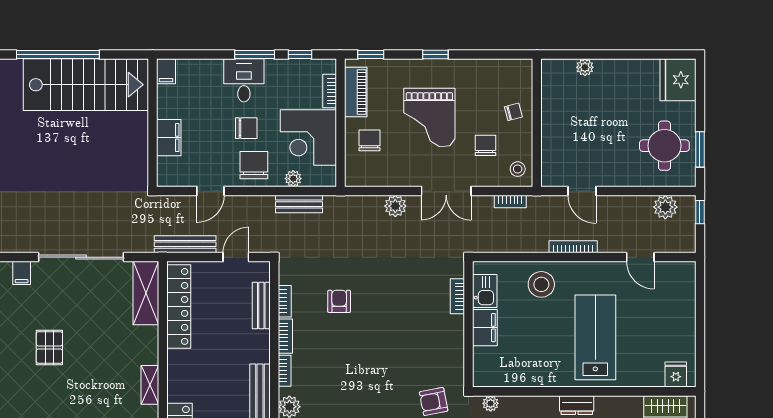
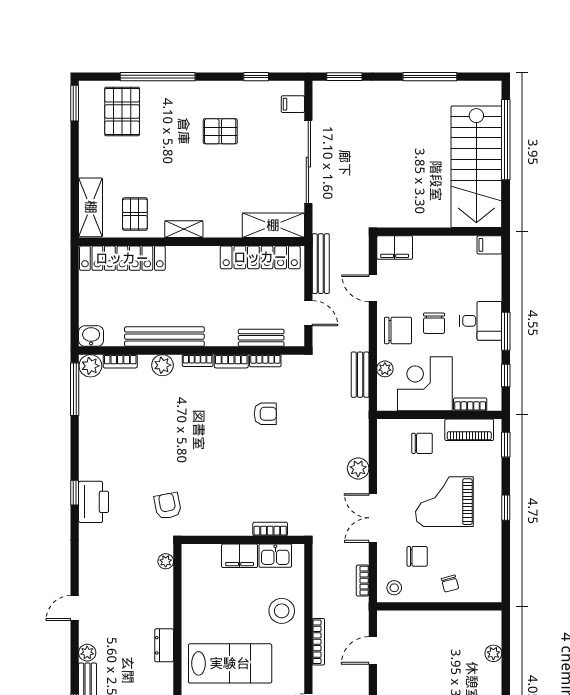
filing cabinet: (169, 138) -> (395, 248), moved

